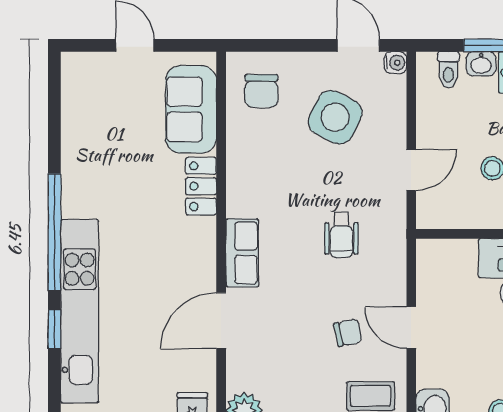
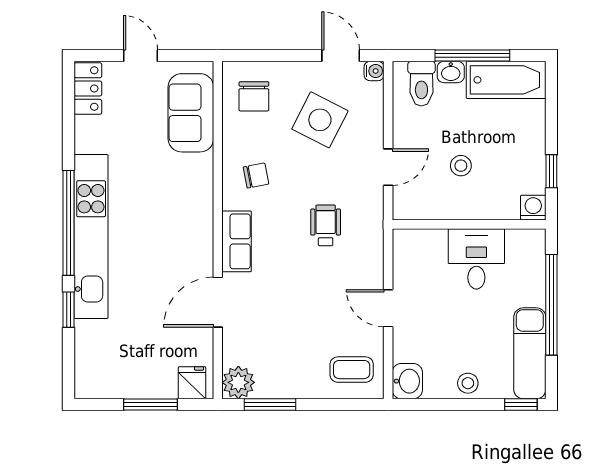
toilet: (448, 70) -> (421, 84), width x1.37, depth x1.39
locker: (201, 186) -> (88, 89), moved, turned 180
wheelchair: (341, 235) -> (326, 225), turned 180
kitchen unit: (80, 311) -> (91, 236), moved
chair: (348, 333) -> (256, 176), moved

